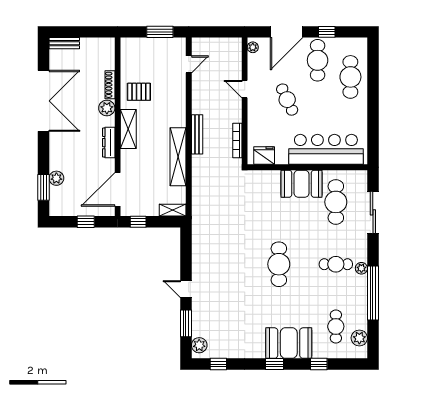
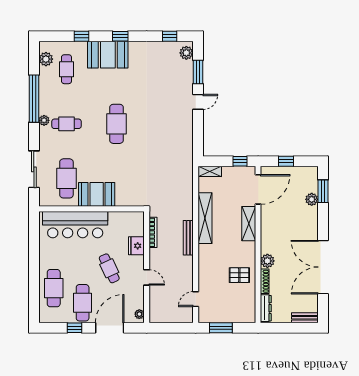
shelving: (128, 129) -> (249, 224), moved
dresser: (109, 143) -> (266, 308), moved
fridge: (264, 156) -> (136, 246), moved, turned 90
door: (186, 289) -> (198, 102), hinge flipped

